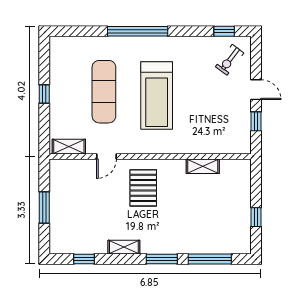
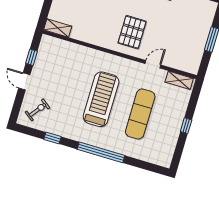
window: (224, 31) -> (52, 138), moved
shelving: (203, 166) -> (58, 28), moved

